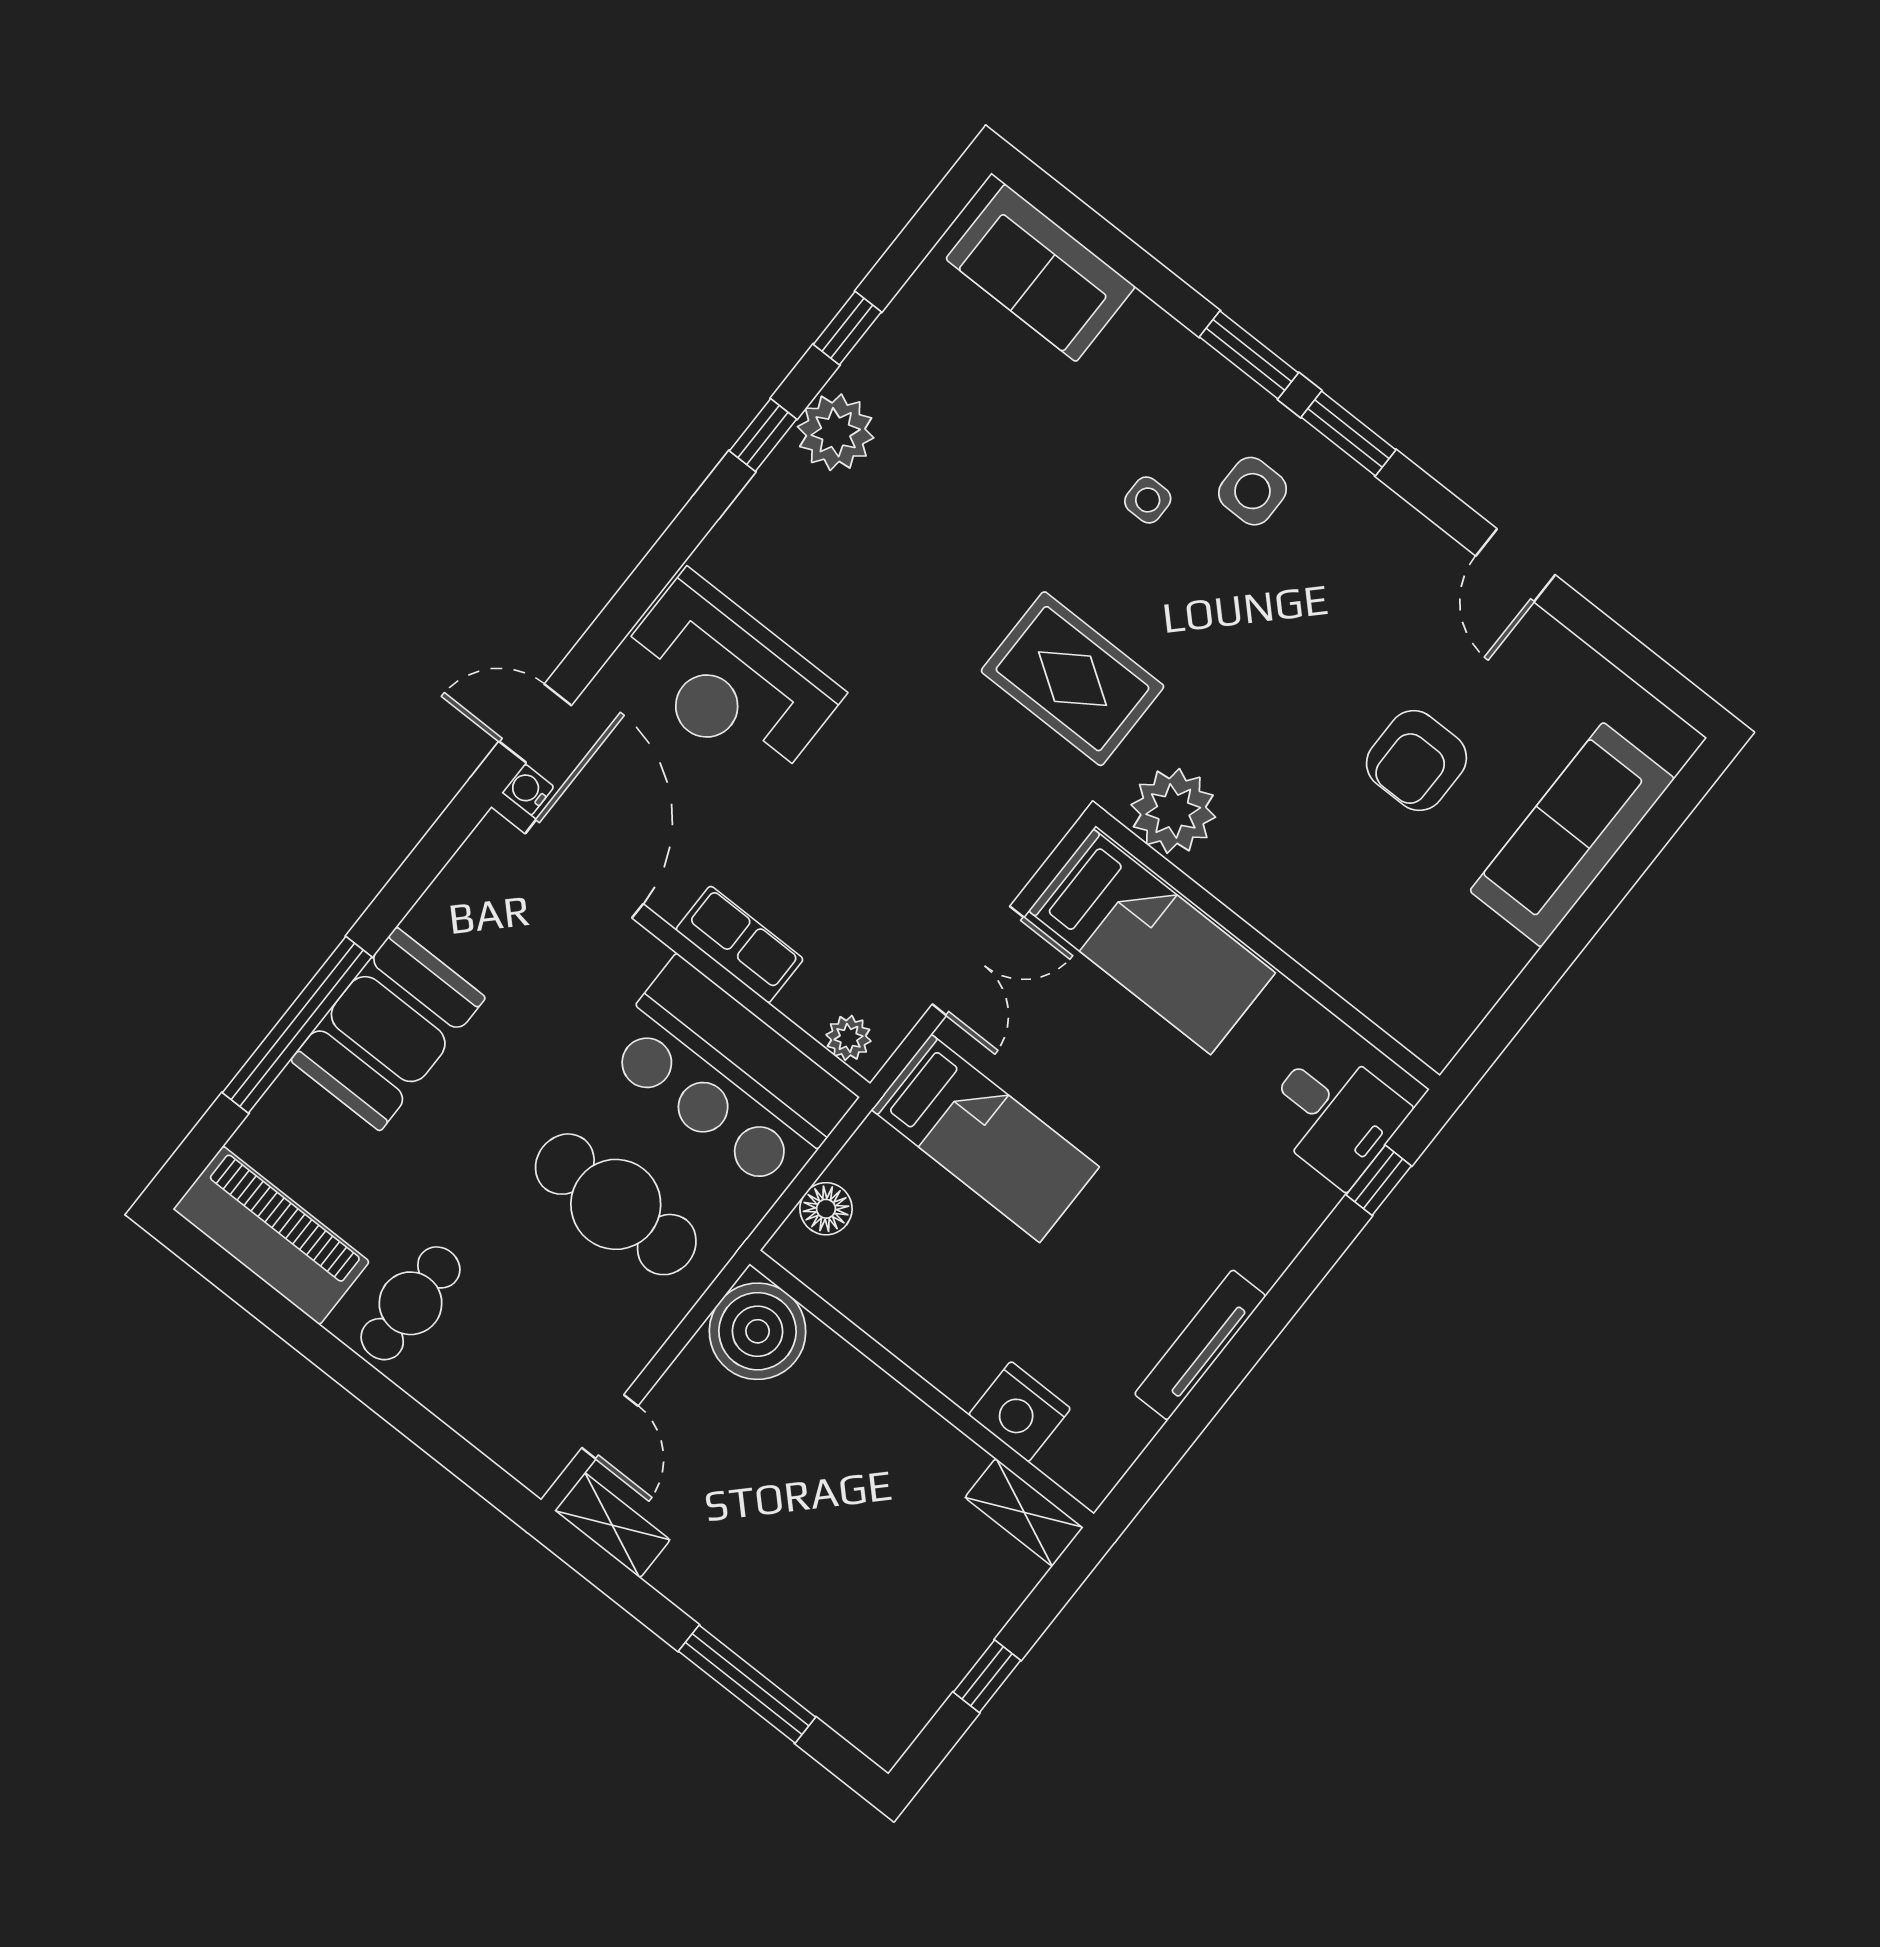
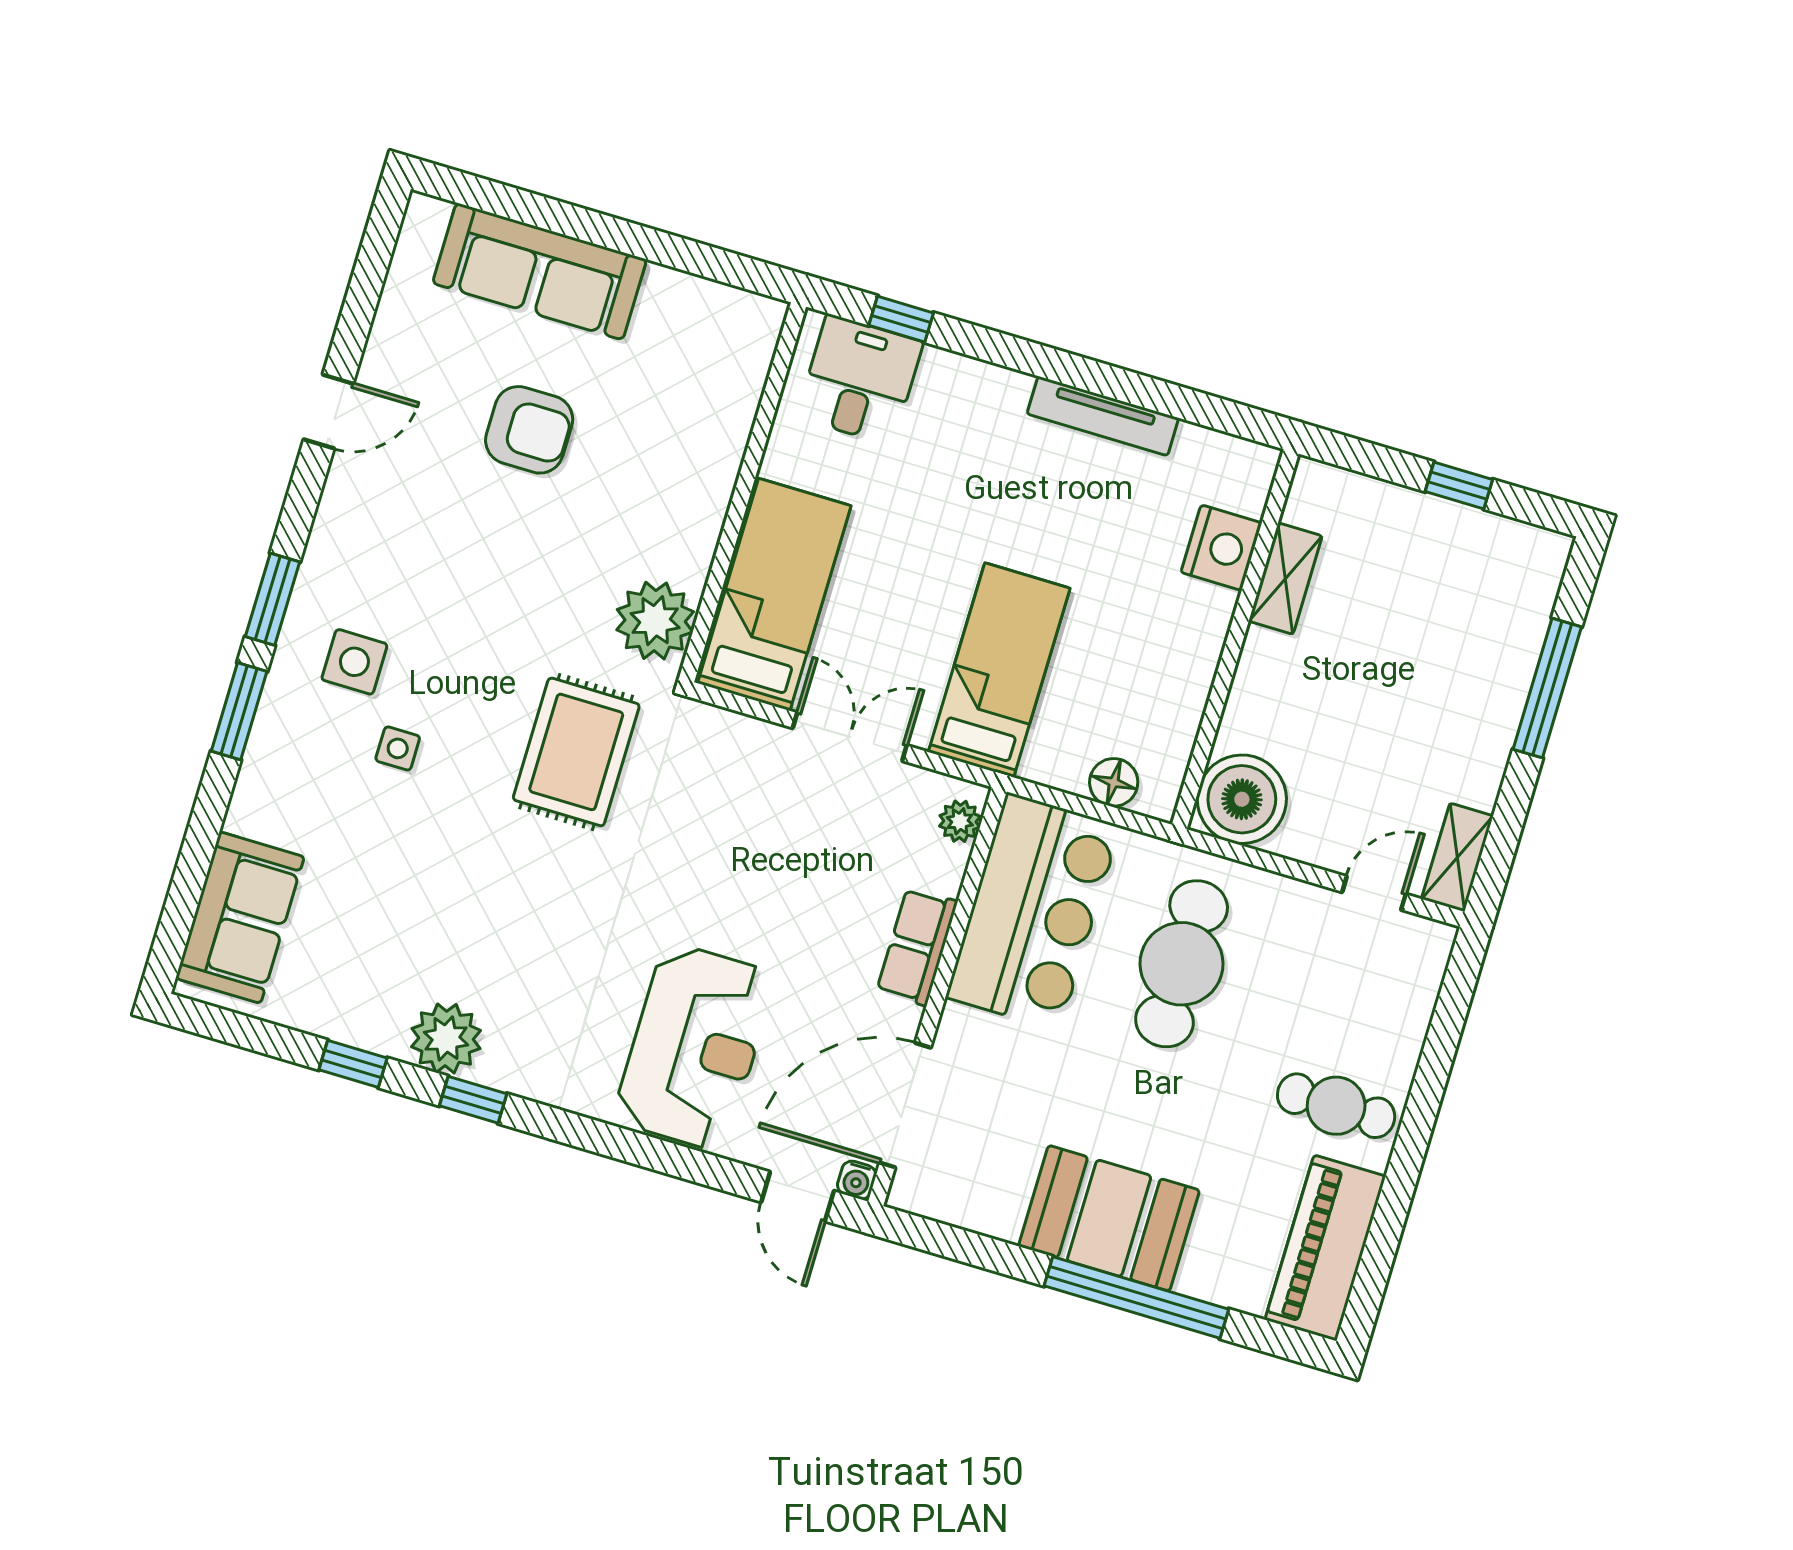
shelving: (1024, 1512) -> (1285, 579), moved

